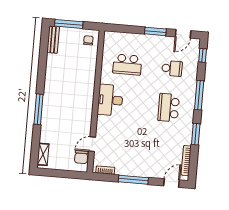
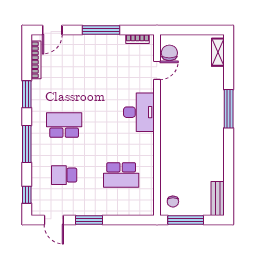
window: (69, 24) -> (186, 220), moved
door: (183, 34) -> (54, 220), swing flipped
school desk: (127, 65) -> (121, 175), turned 180
desk: (110, 100) -> (139, 112), moved
school desk: (169, 108) -> (64, 125), turned -90

